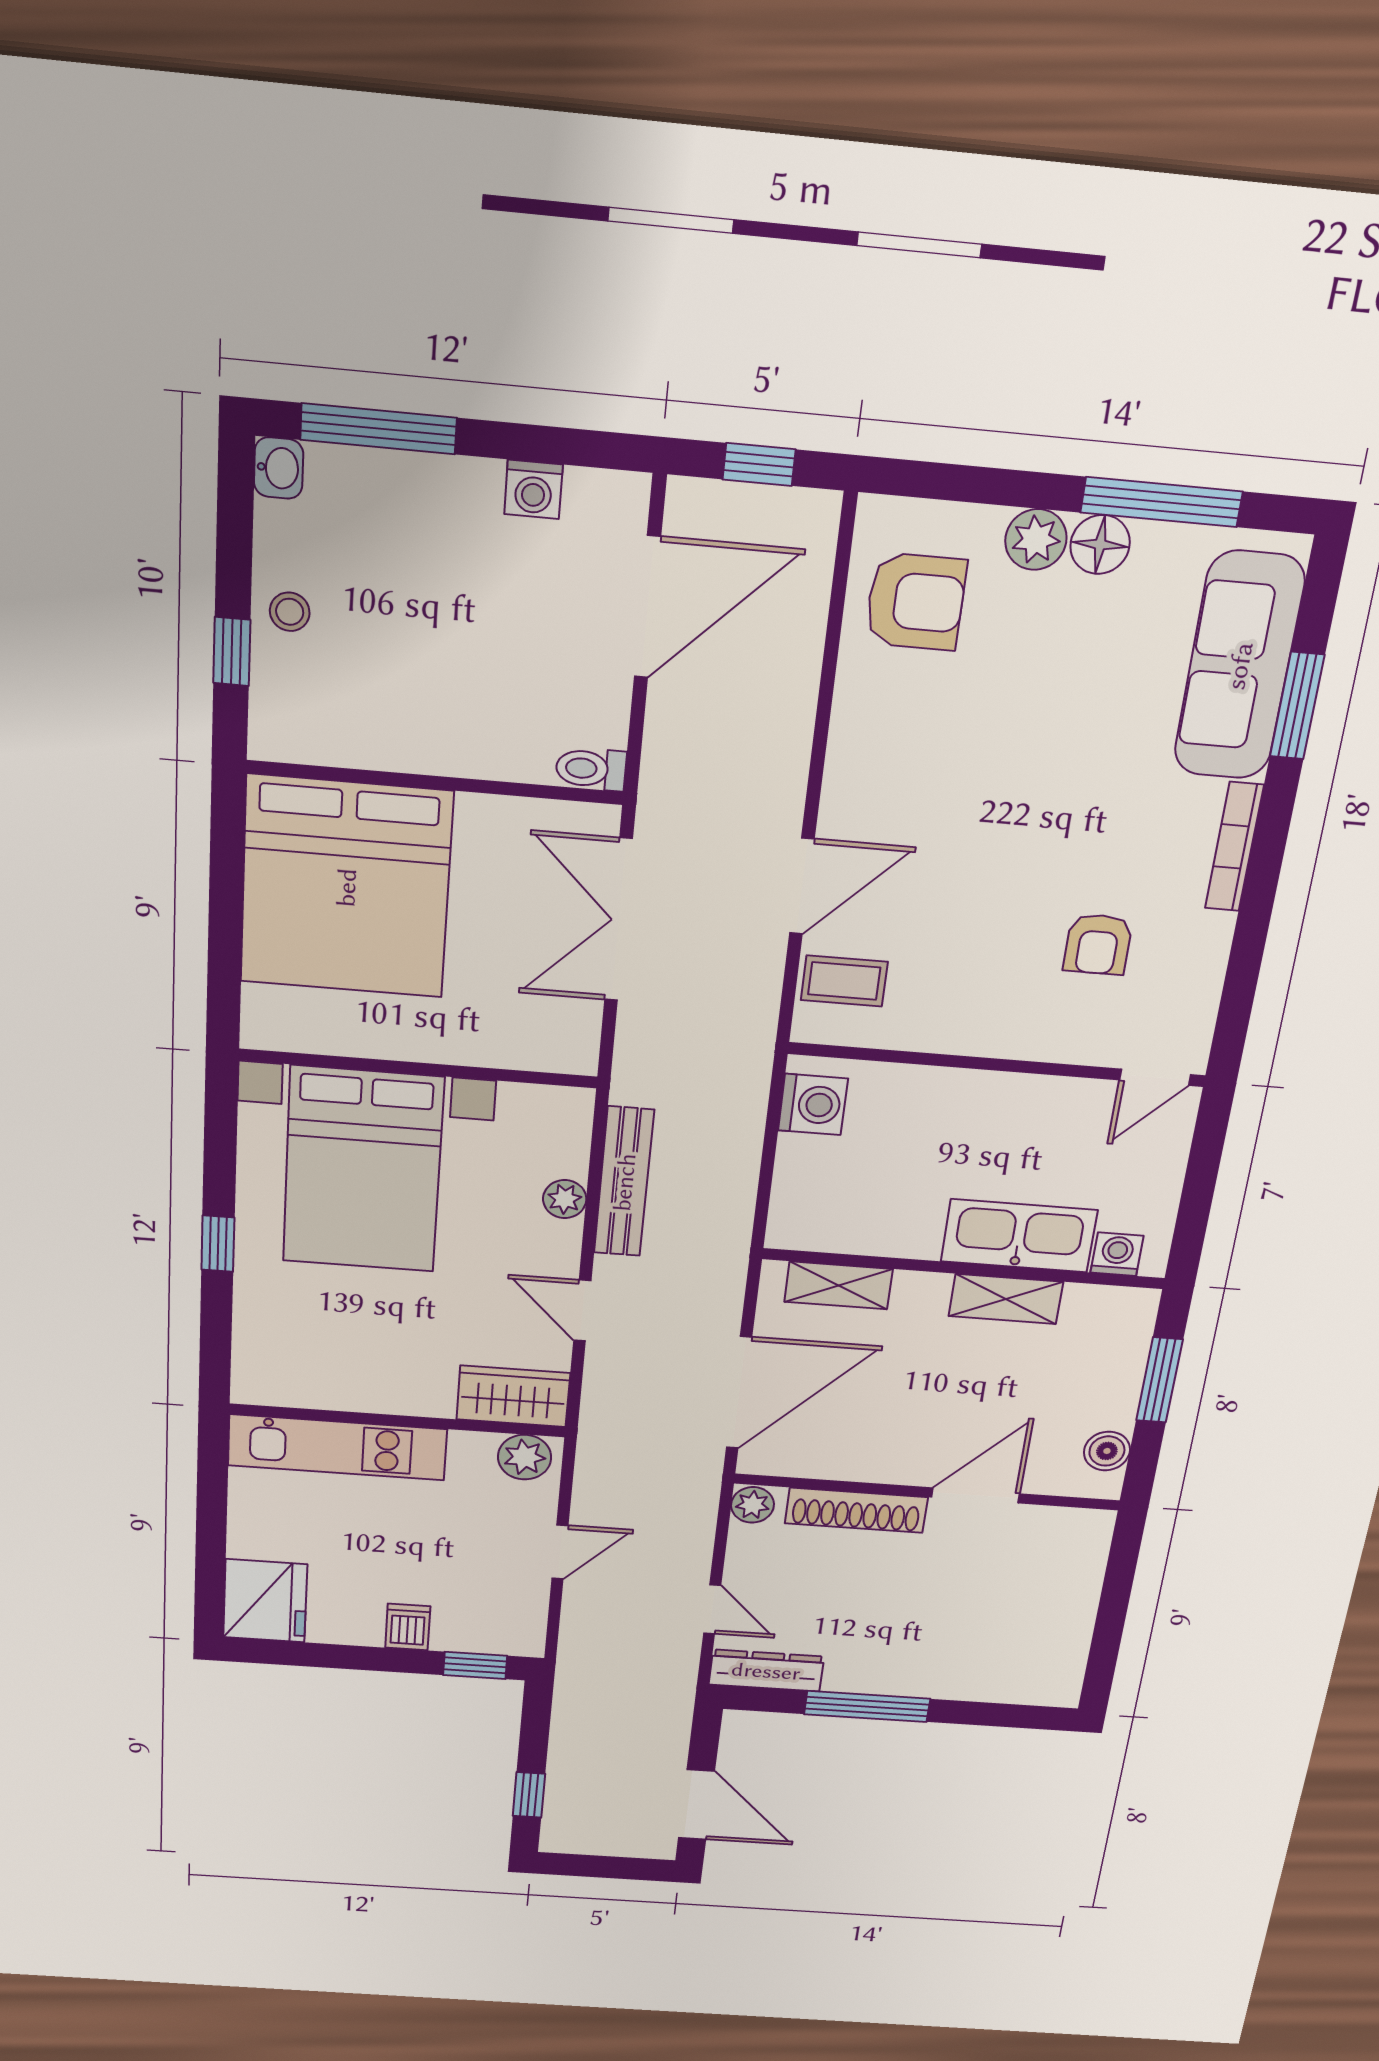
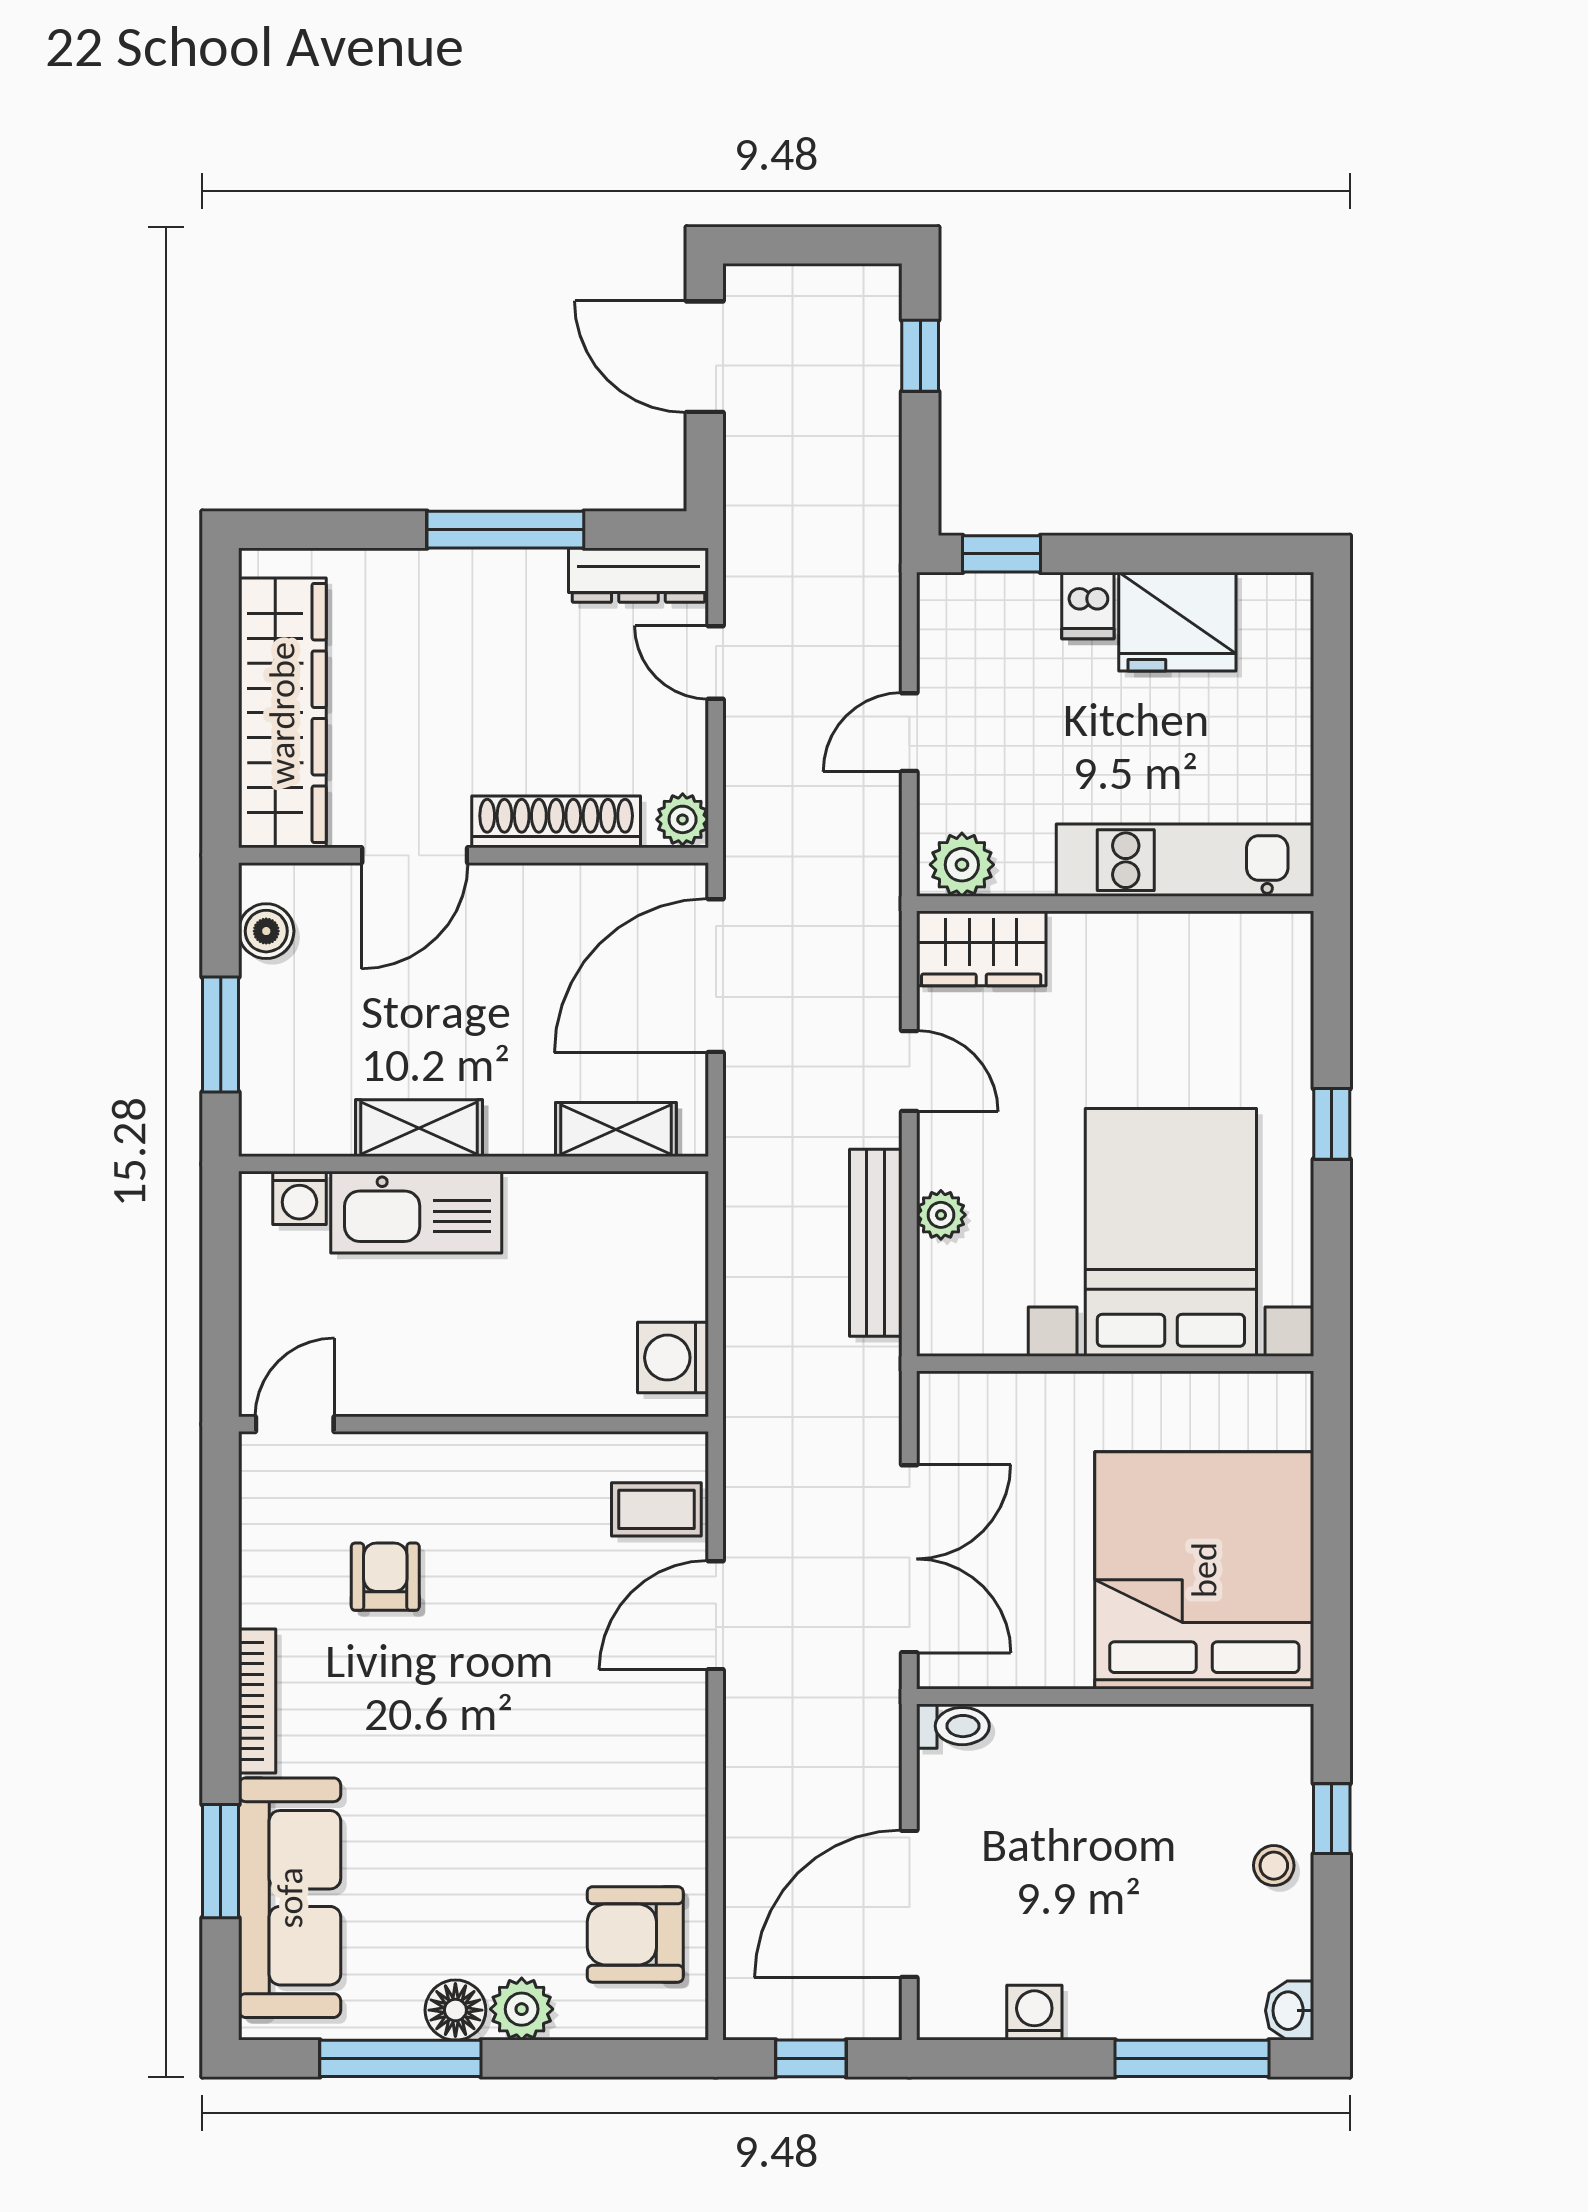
wardrobe: (1065, 1599) -> (282, 713), added
fridge: (265, 1601) -> (1177, 622), moved, turned -90

